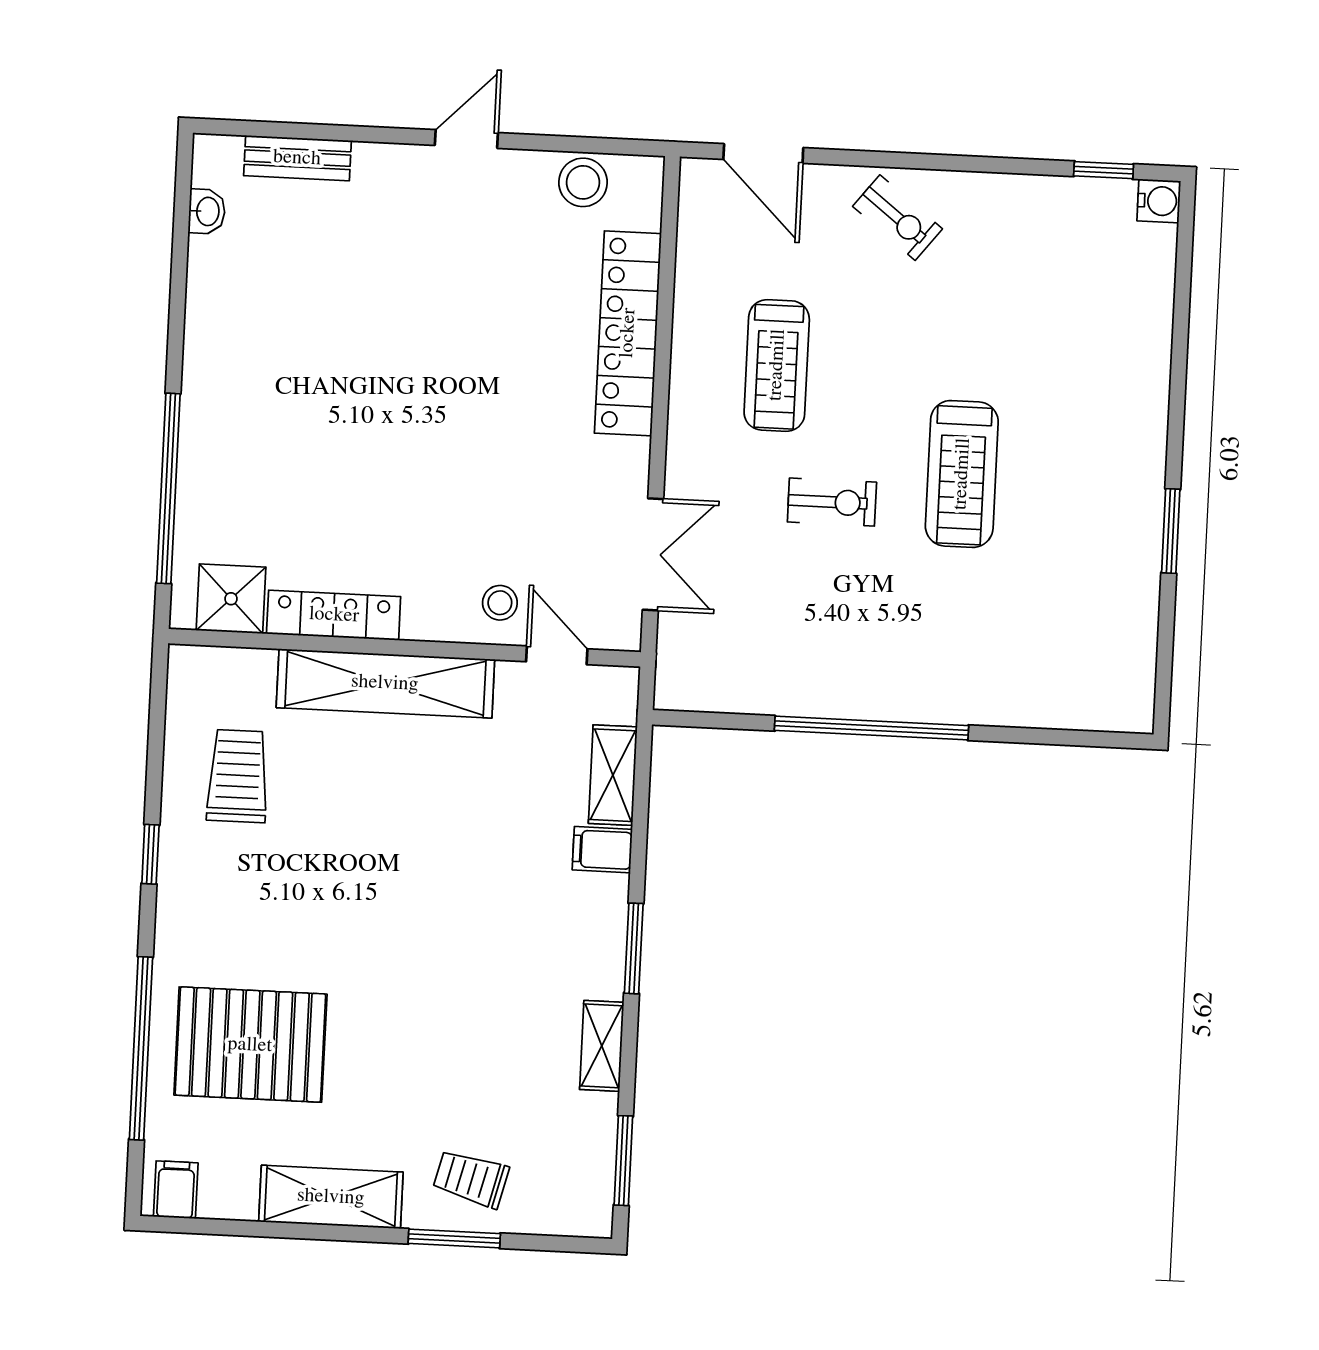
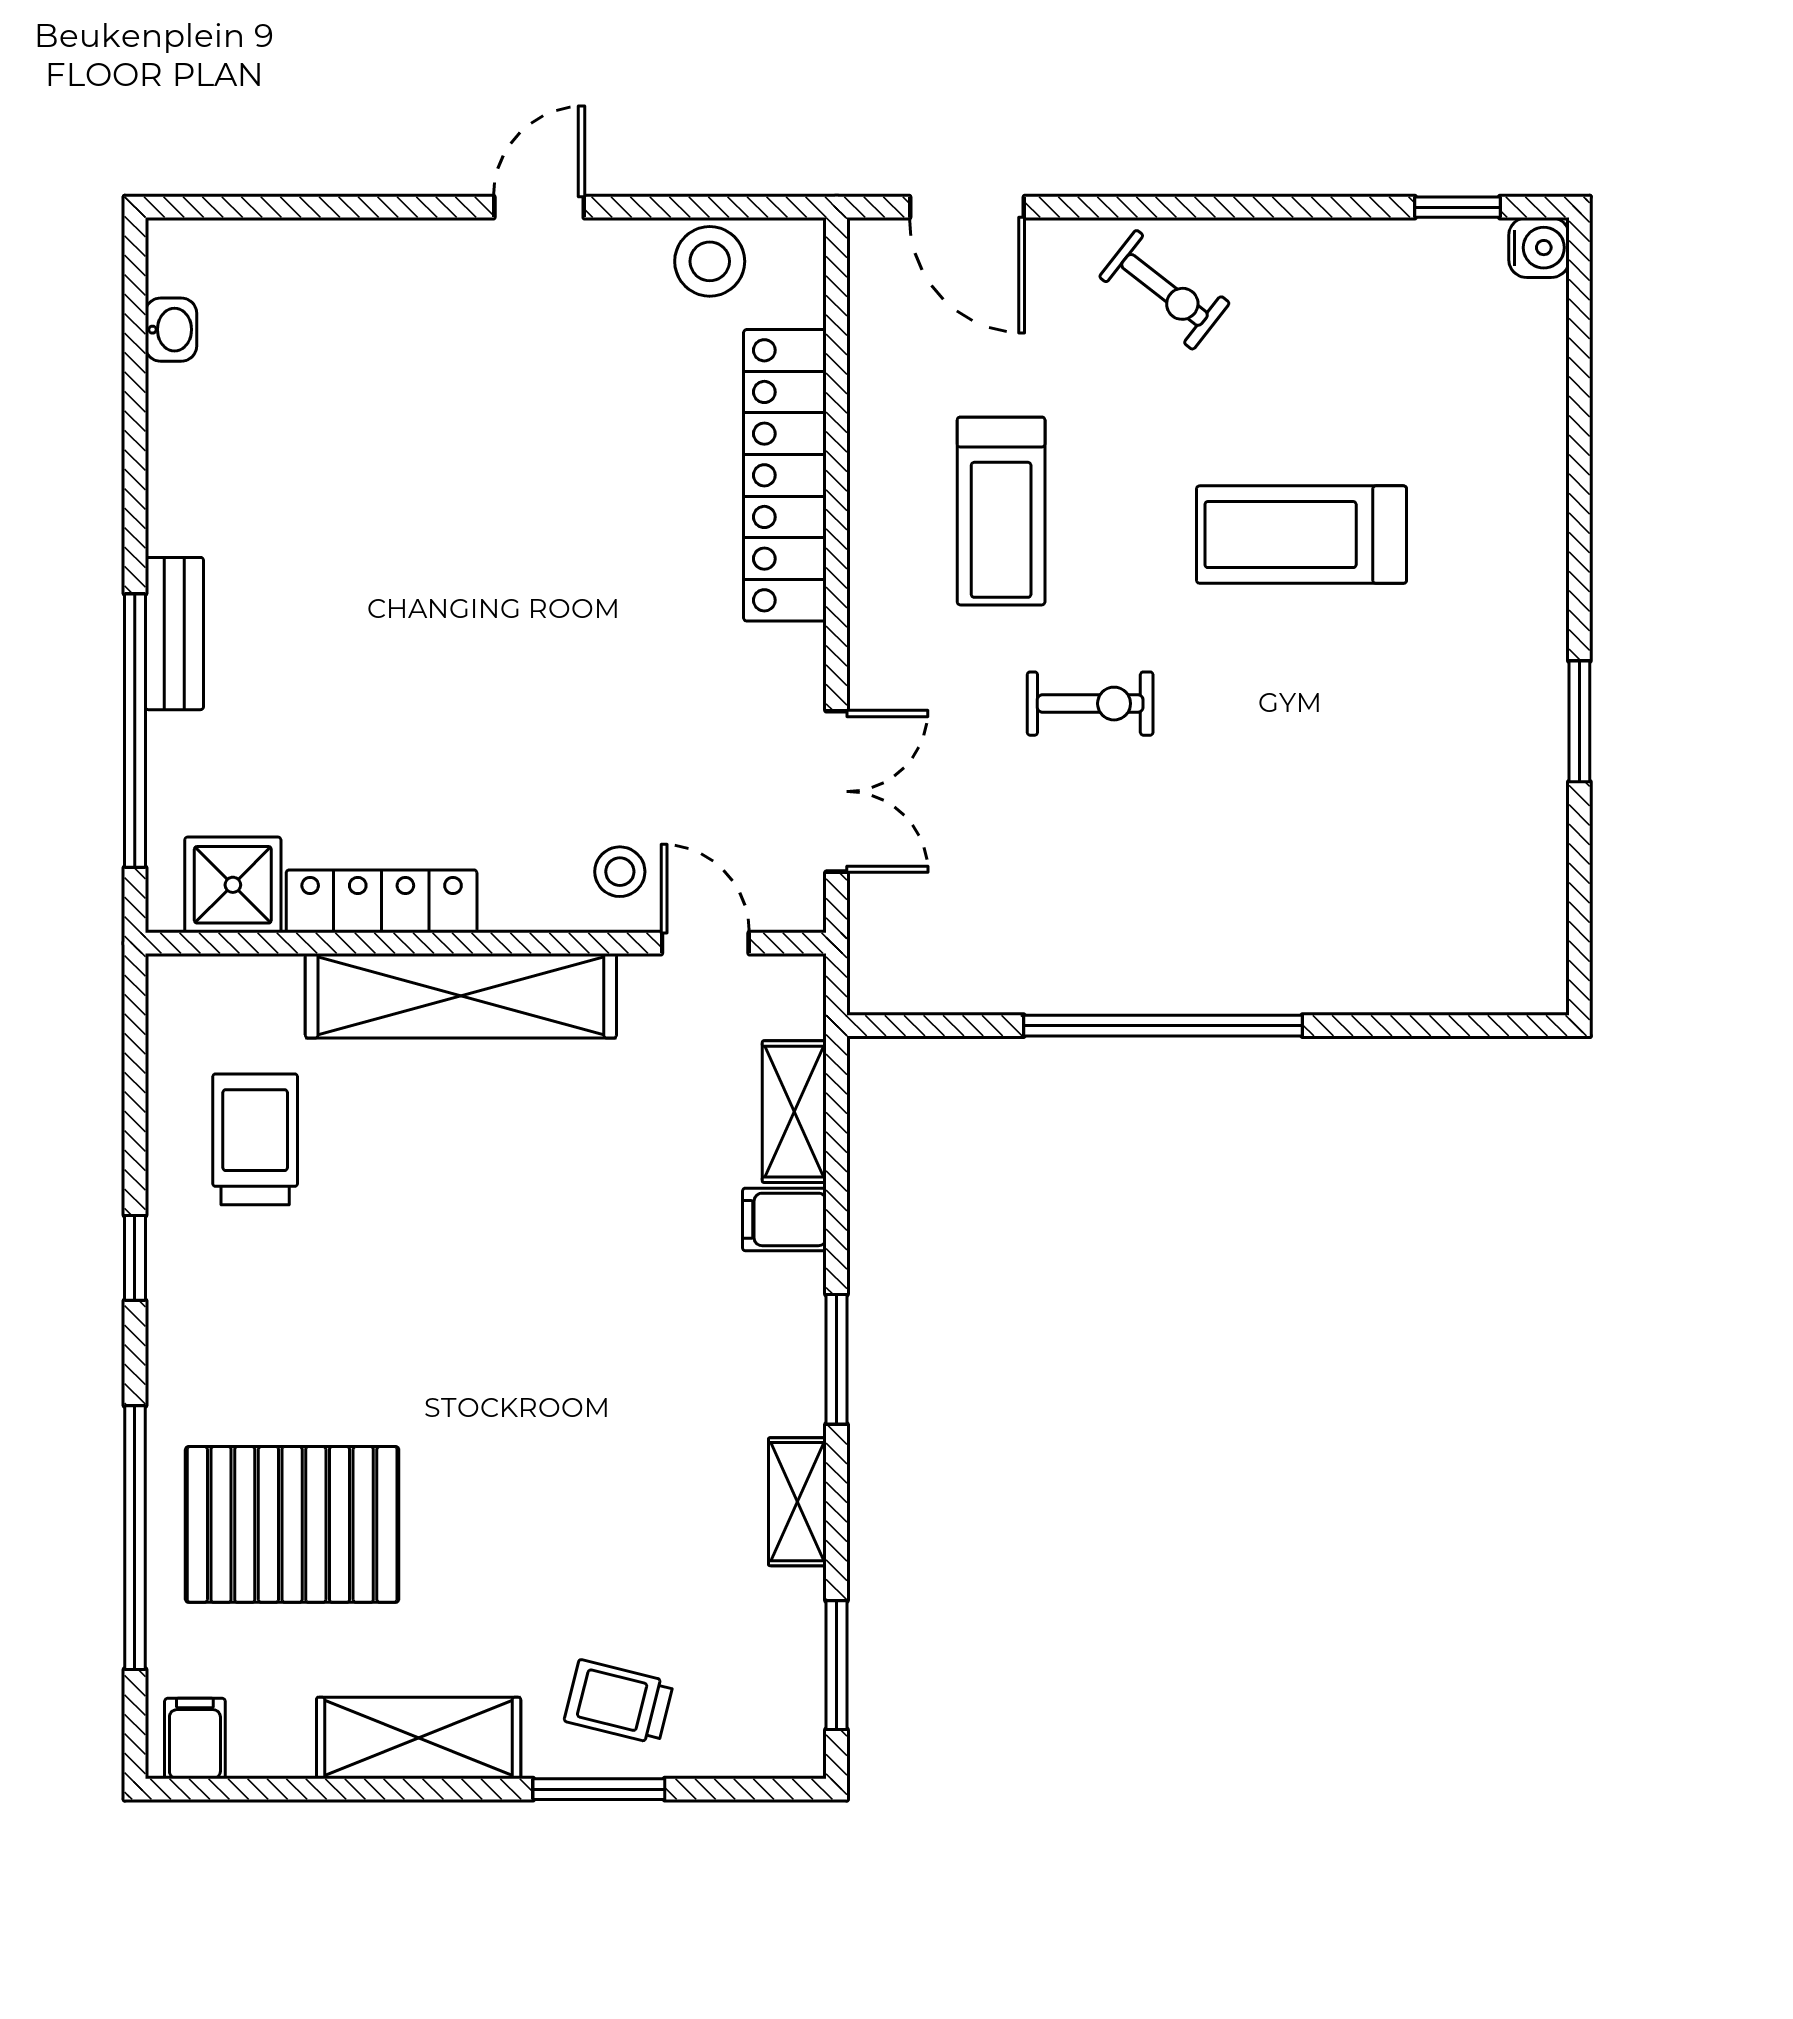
bench: (297, 158) -> (174, 634), moved, turned 90
treadmill: (962, 474) -> (1302, 535), moved, turned 90

